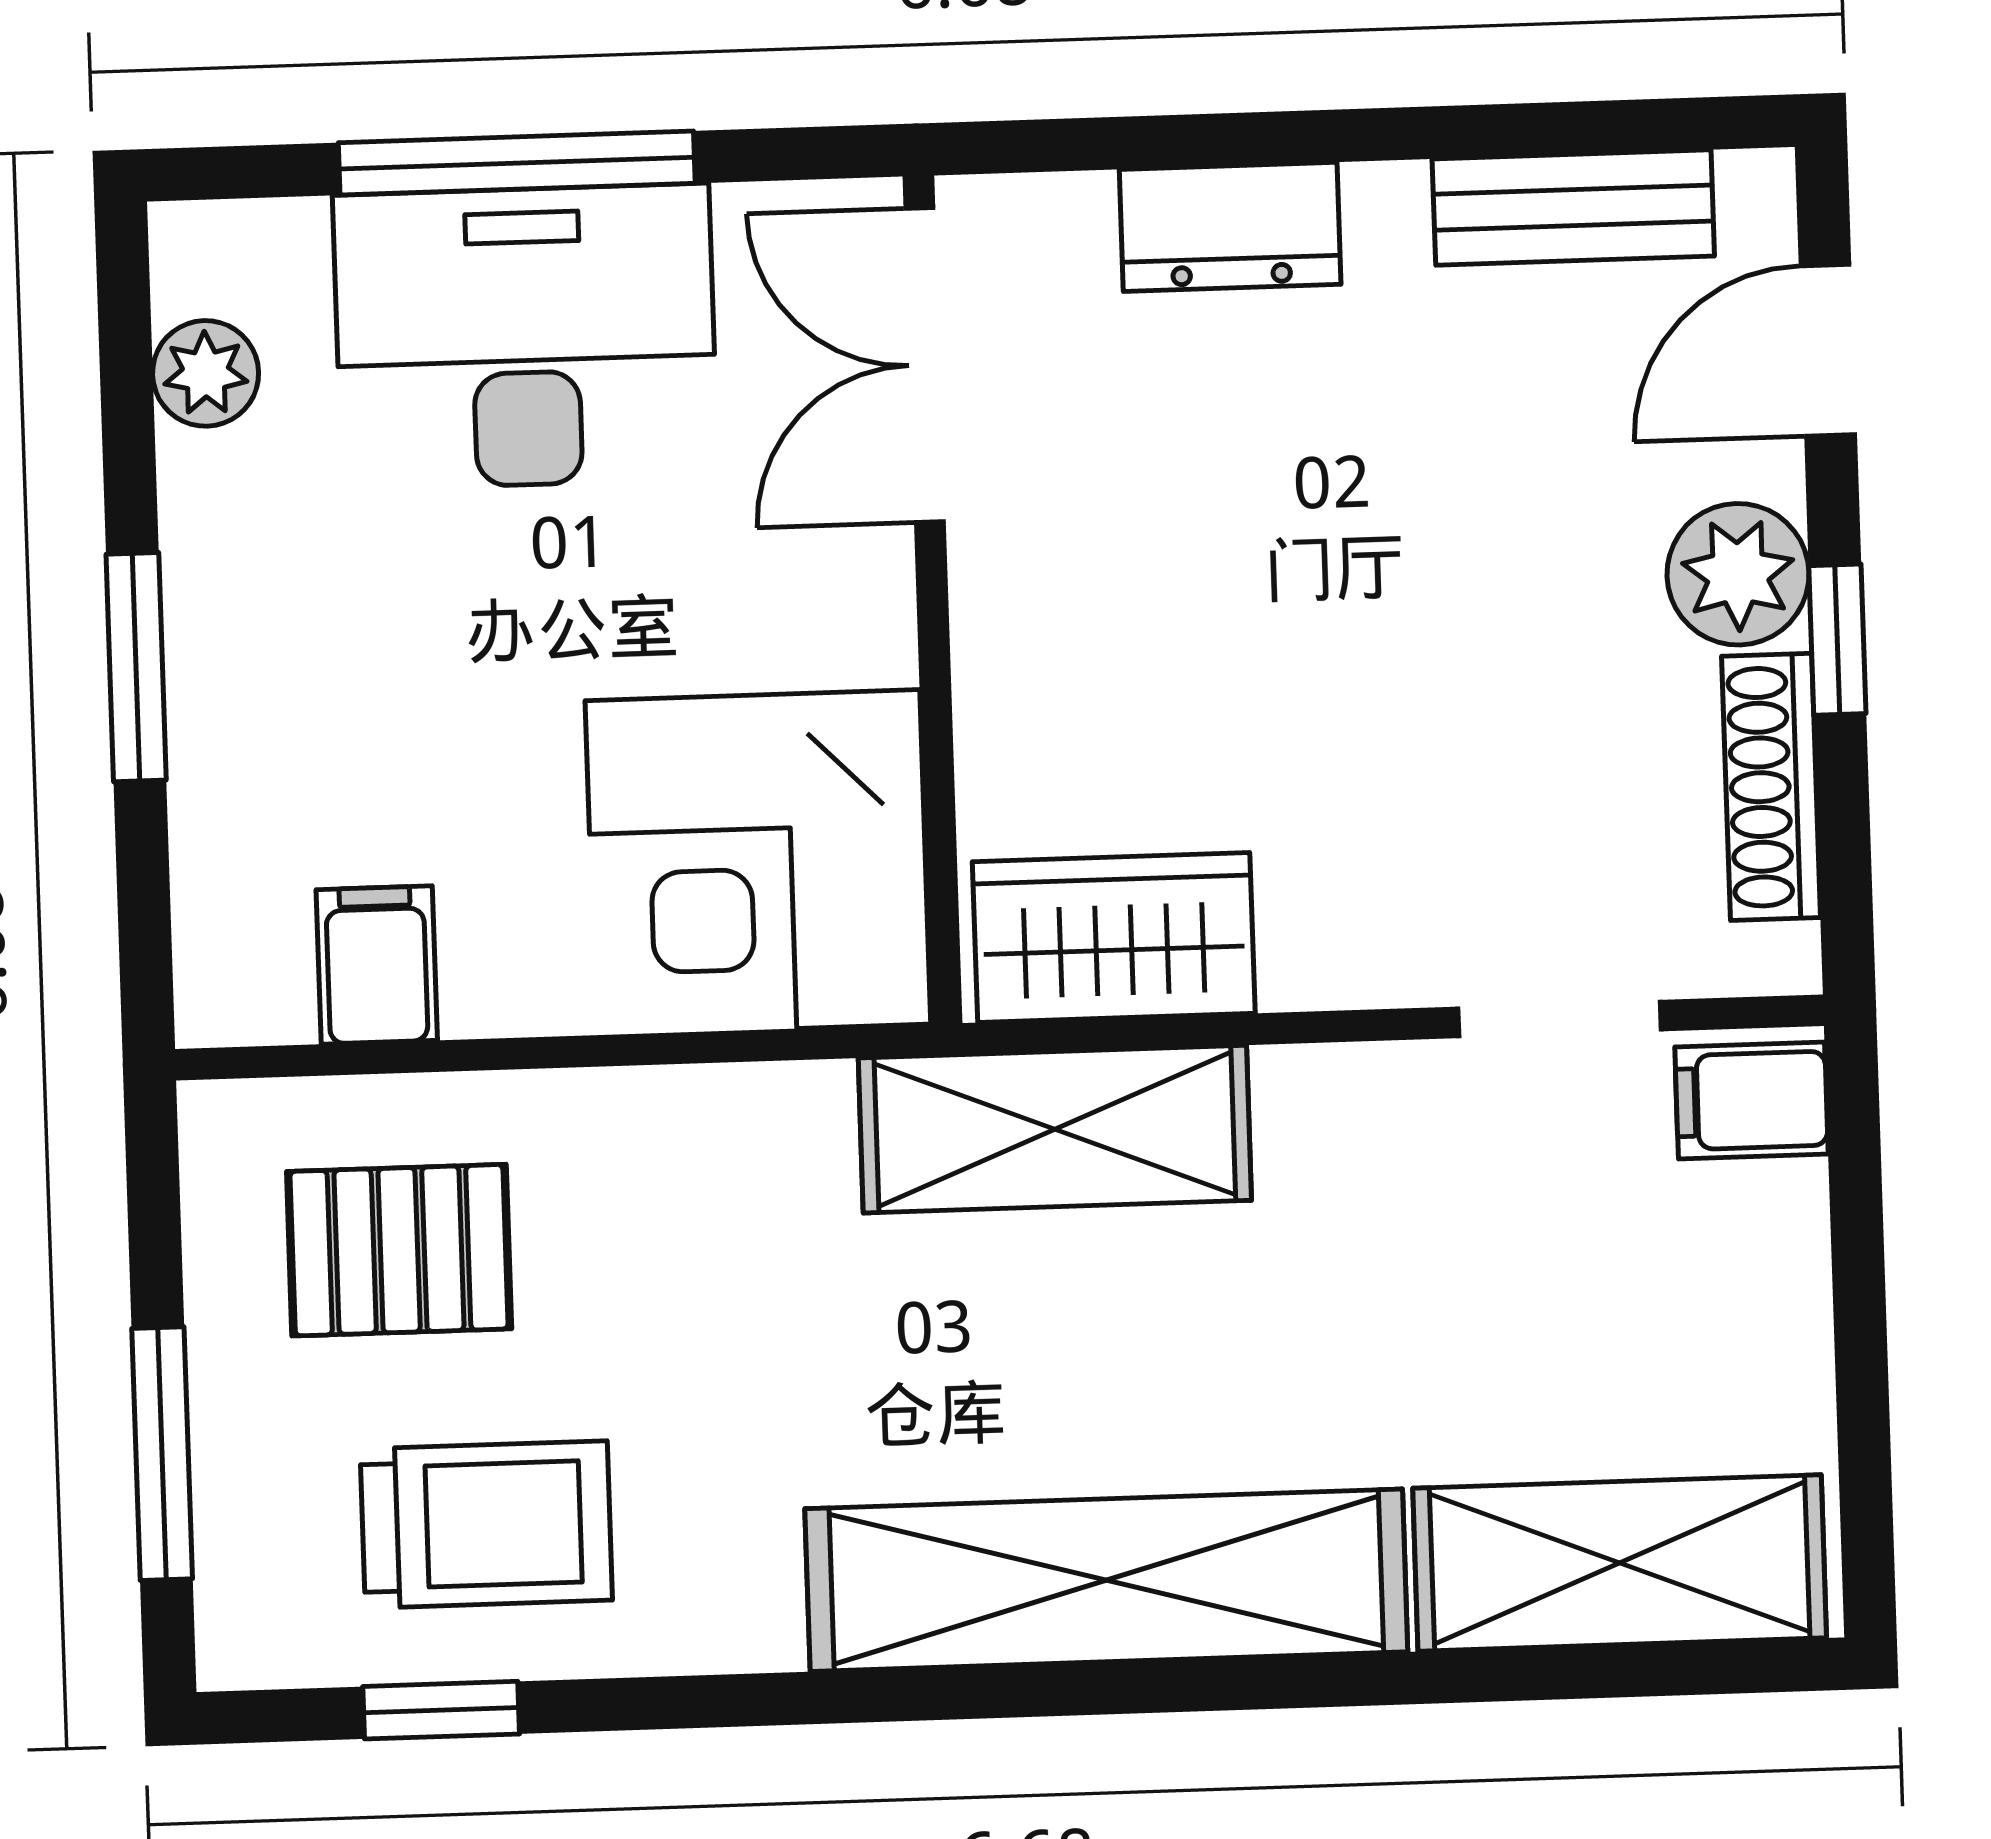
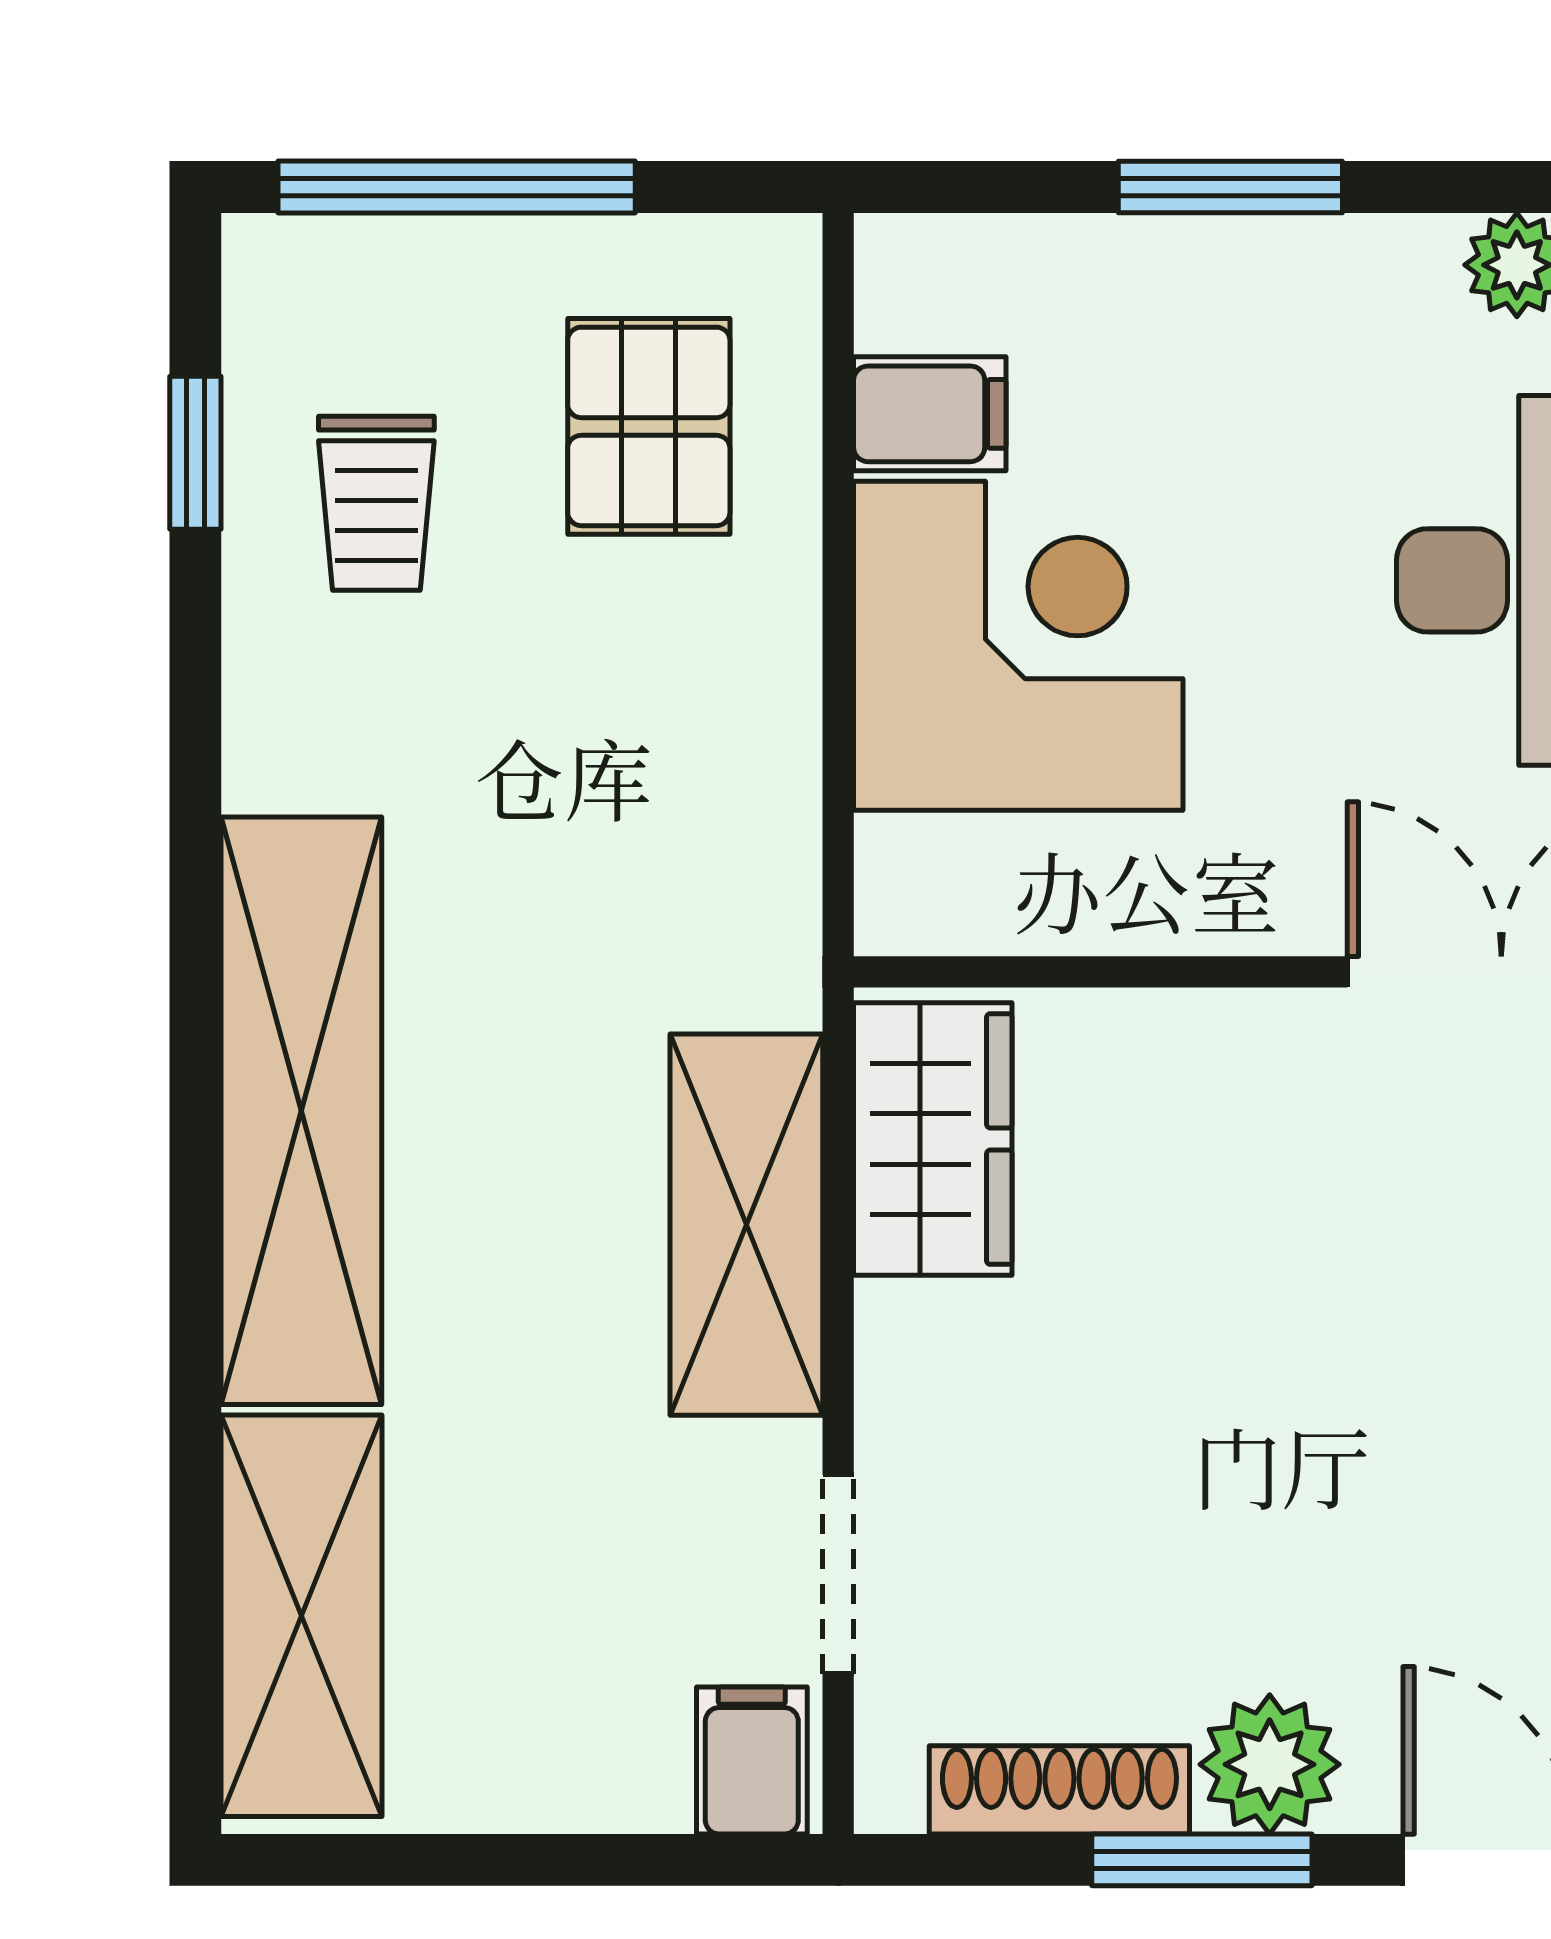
window: (1837, 640) -> (1202, 1860), width x1.50
corner desk: (758, 862) -> (1018, 646), moved, turned 90
shelving: (1055, 1129) -> (746, 1225), moved
window: (162, 1454) -> (457, 187), width x1.44
trolley: (486, 1525) -> (376, 503), width x0.73, depth x0.72

